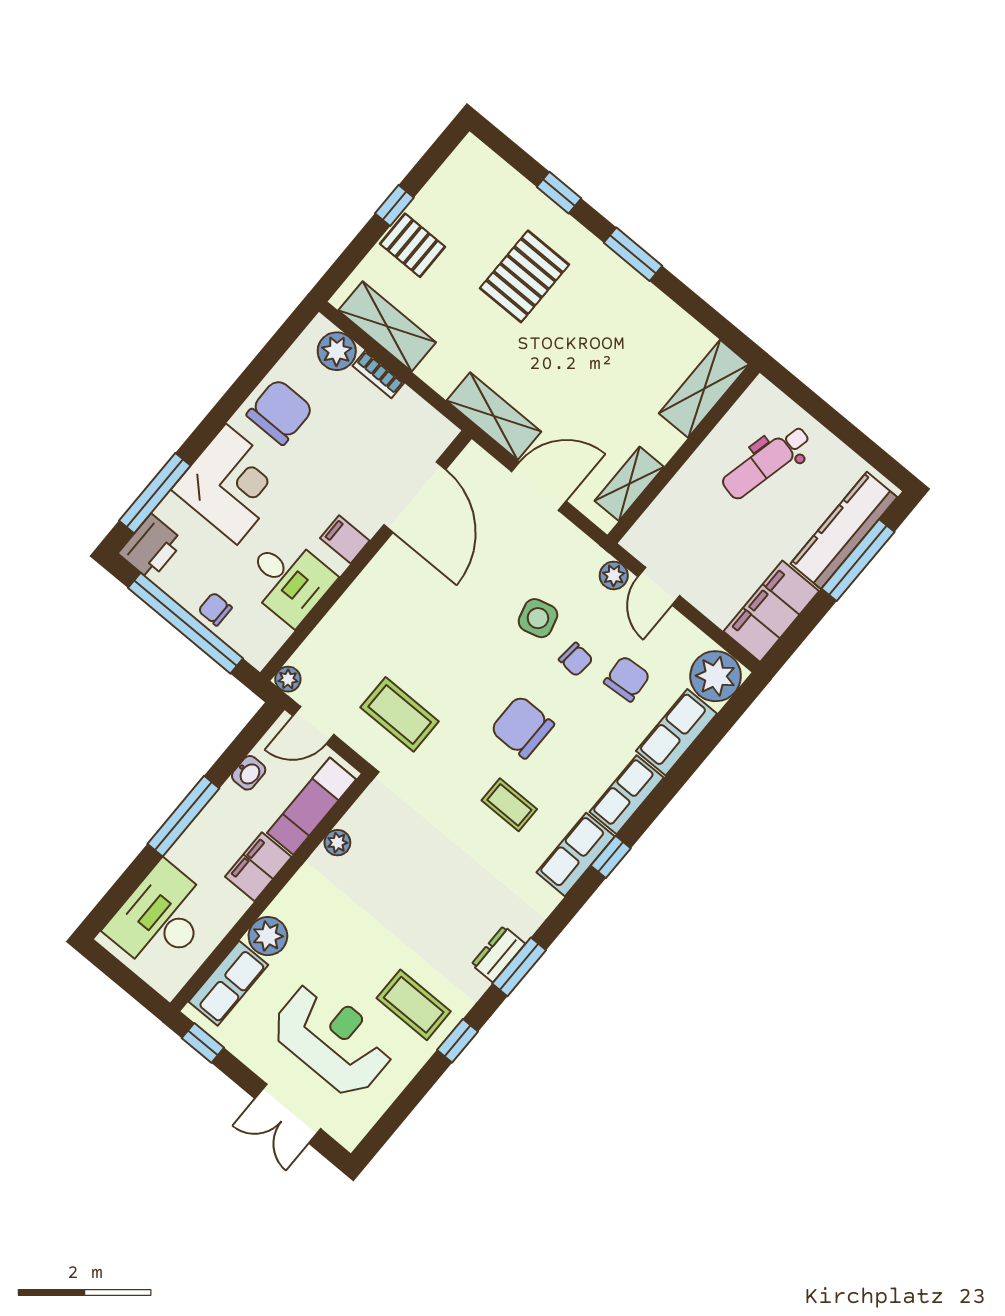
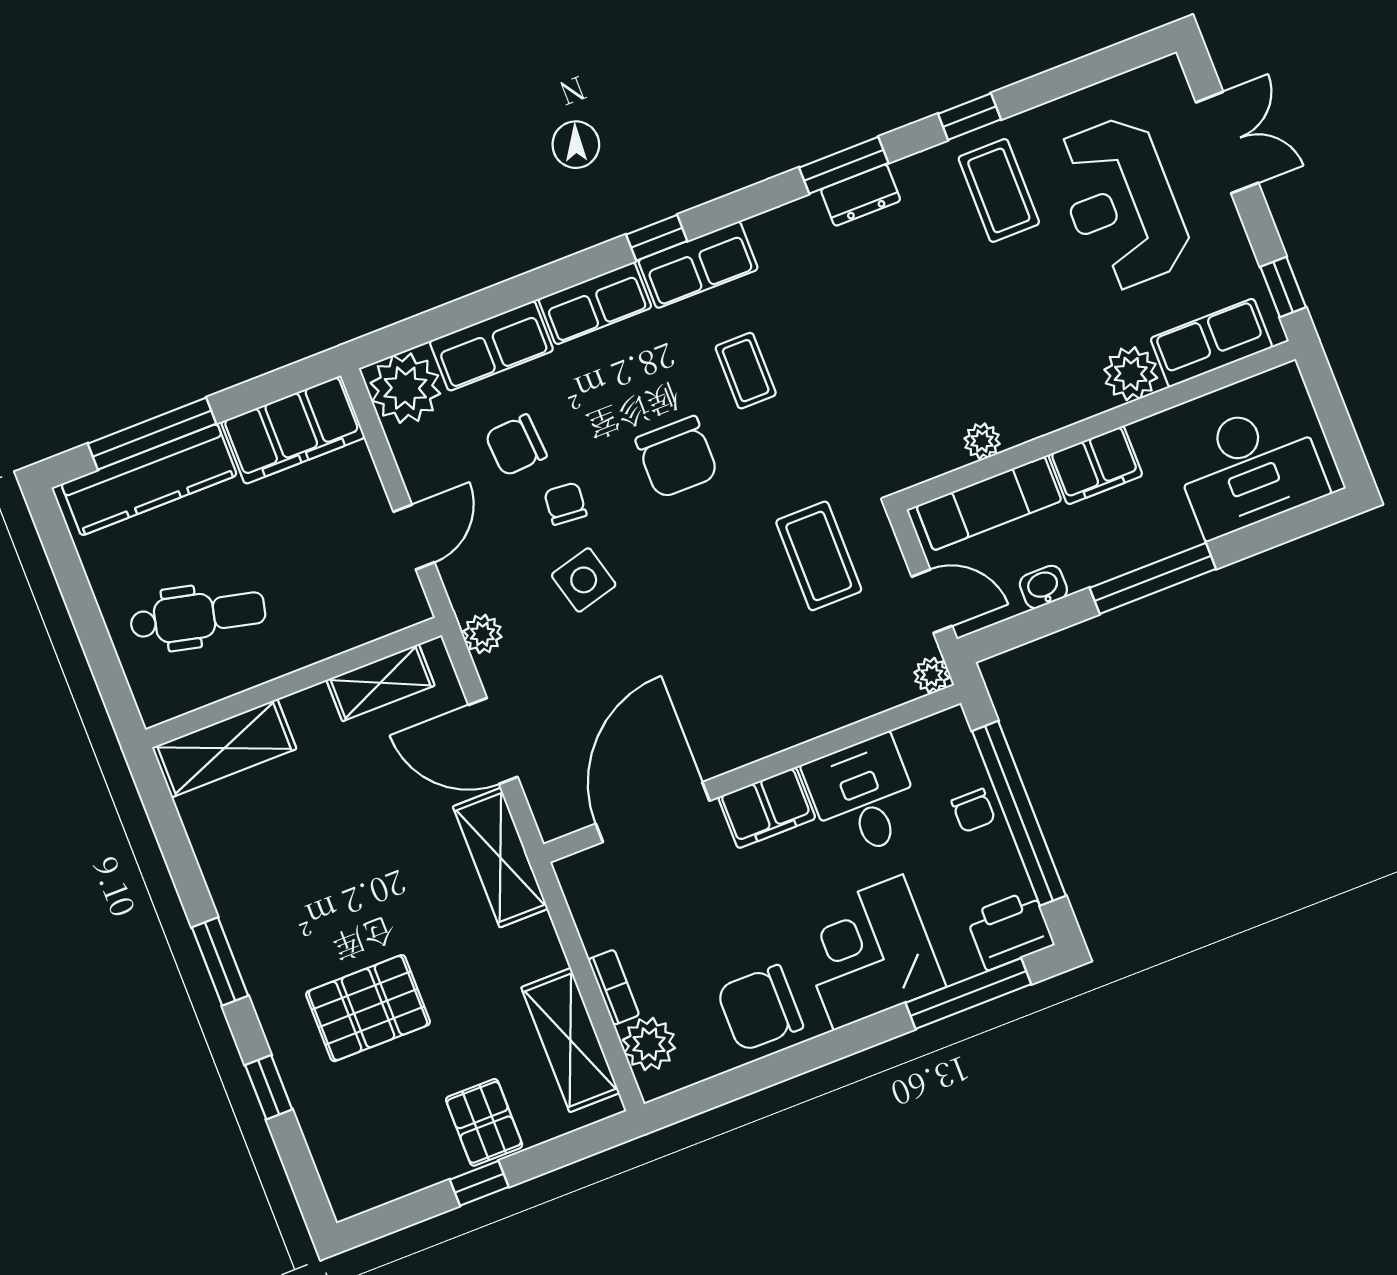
filing cabinet: (345, 539) -> (767, 808), width x2.00
plant: (614, 575) -> (482, 634), moved

